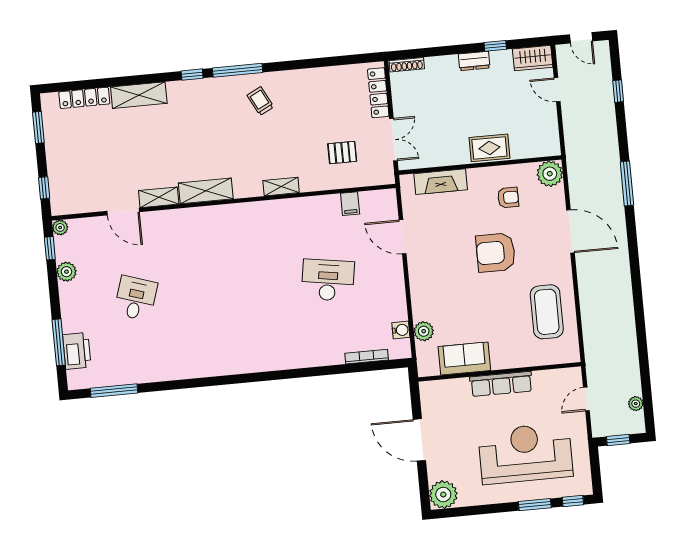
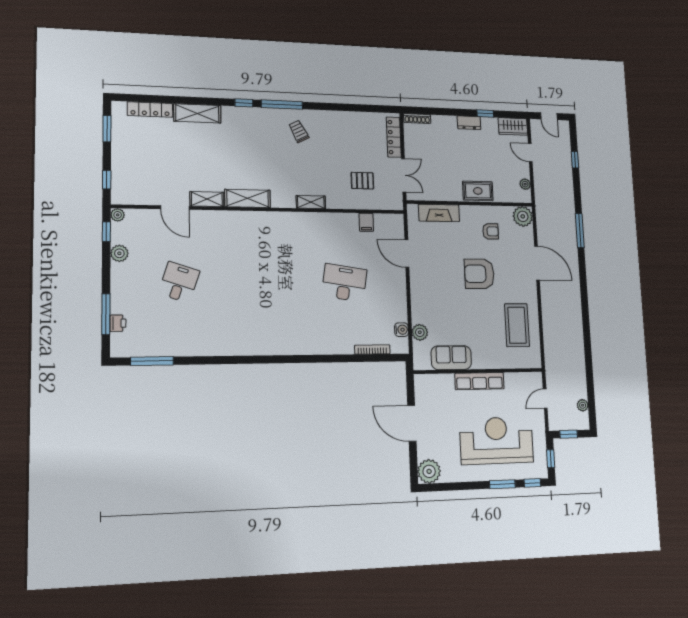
plant: (552, 132) -> (525, 184), added
printer: (77, 351) -> (118, 323), width x0.53, depth x0.68
window: (596, 471) -> (551, 459), added

